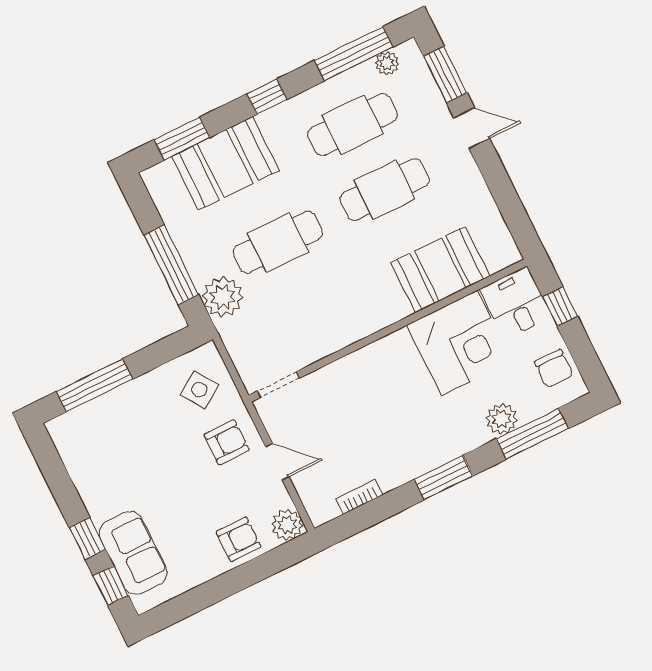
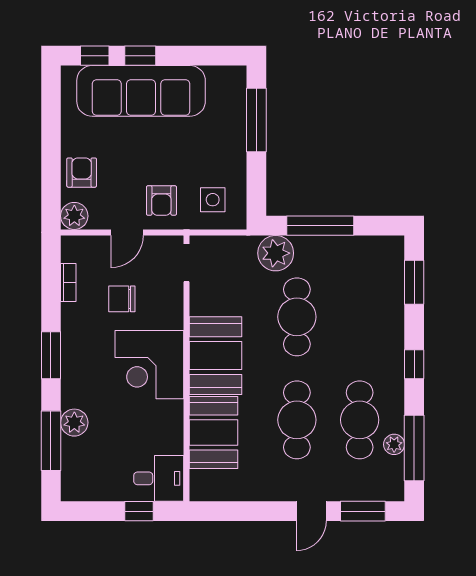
plant: (387, 63) -> (394, 444), moved
booth: (225, 163) -> (216, 356), moved
corner desk: (459, 343) -> (149, 365), moved
chair: (554, 369) -> (122, 299), moved
side table: (199, 390) -> (213, 200), turned 33
armchair: (238, 539) -> (82, 173), turned 180
sofa: (133, 553) -> (141, 91), width x1.85, depth x1.27

